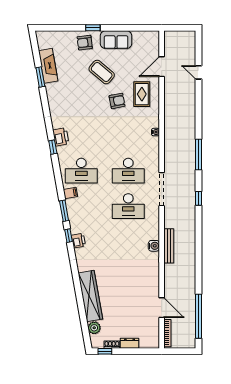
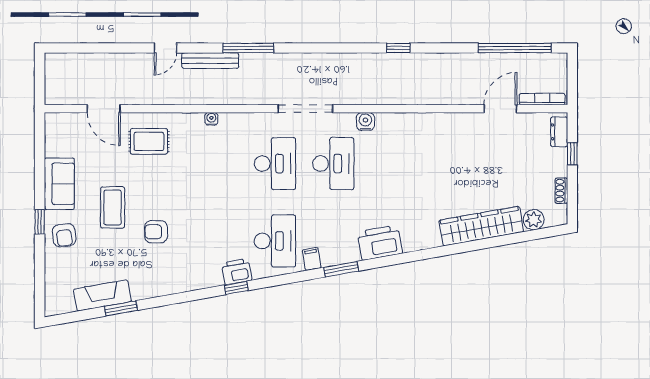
coffee table: (102, 72) -> (113, 207), turned -40
door: (199, 72) -> (165, 48), moved
armchair: (117, 101) -> (156, 232), moved, turned -79
printer: (61, 137) -> (237, 272), moved
window: (199, 198) -> (398, 48), moved
window: (68, 236) -> (382, 262), removed
printer: (78, 241) -> (380, 243), width x1.87, depth x1.48
water cooler: (154, 246) -> (365, 121), moved
bench: (169, 246) -> (210, 61), moved
dresser: (130, 343) -> (559, 132), moved
window: (105, 351) -> (572, 154), moved

